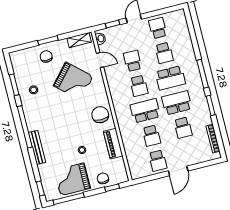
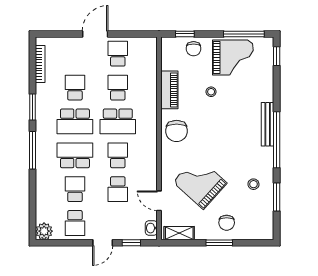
plant: (179, 16) -> (44, 231), added
bench: (37, 147) -> (268, 124), moved

